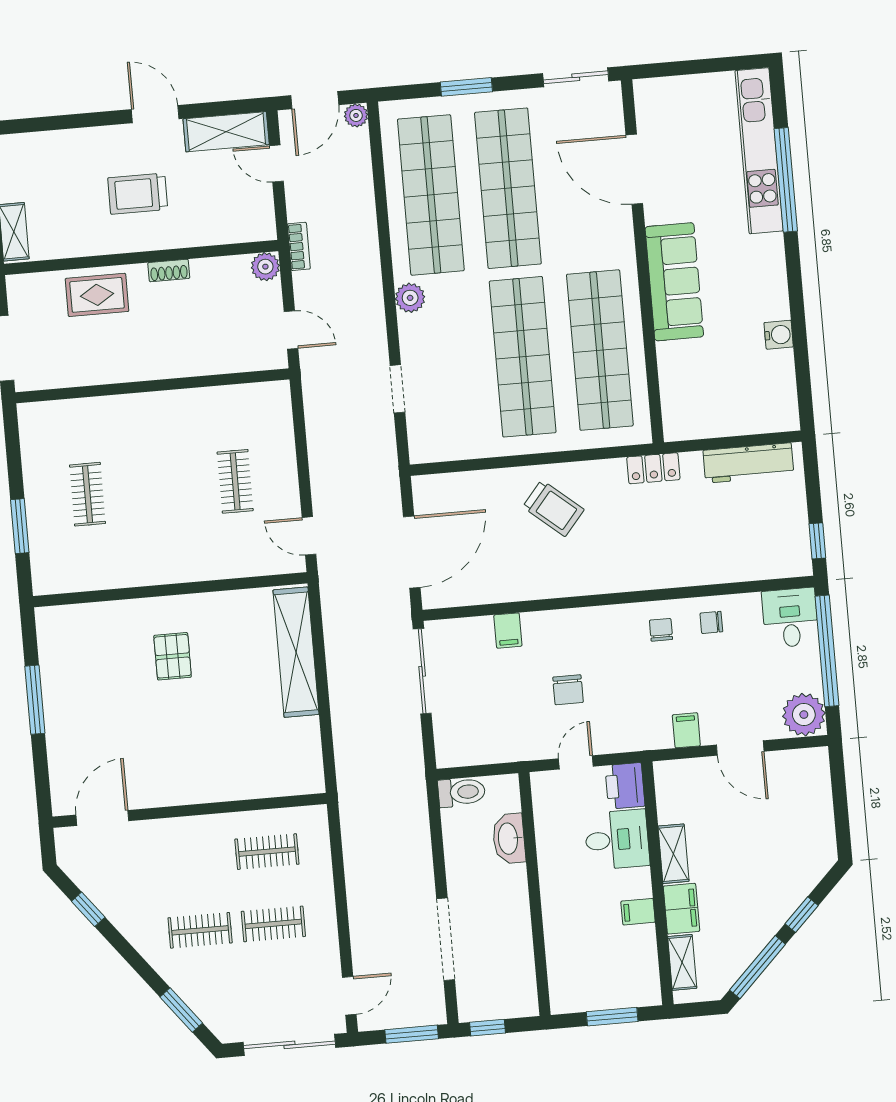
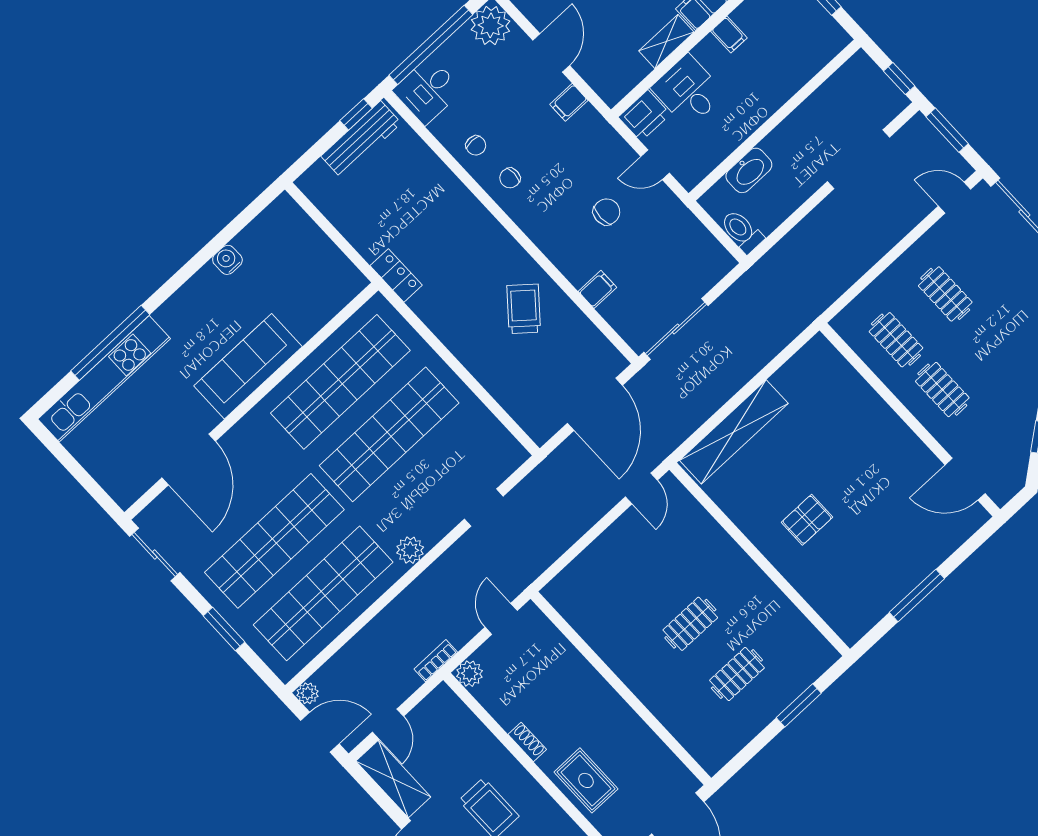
workbench: (748, 463) -> (361, 140), moved, turned 90
clothes rail: (235, 481) -> (690, 624), moved
trolley: (553, 508) -> (524, 309), moved
door: (412, 552) -> (595, 404), swing flipped
clothes rail: (200, 930) -> (942, 390), moved

